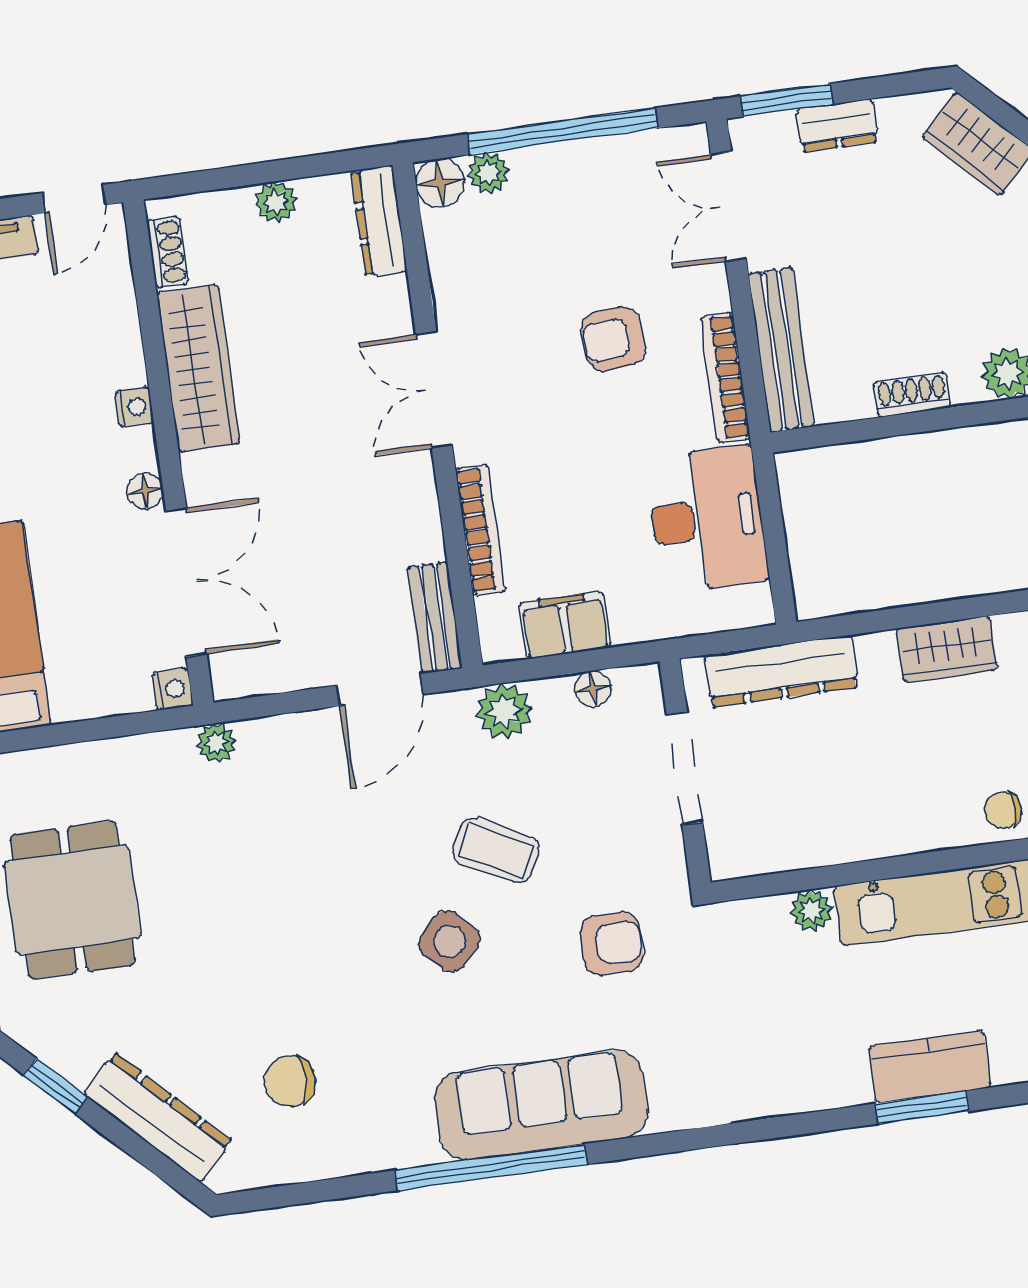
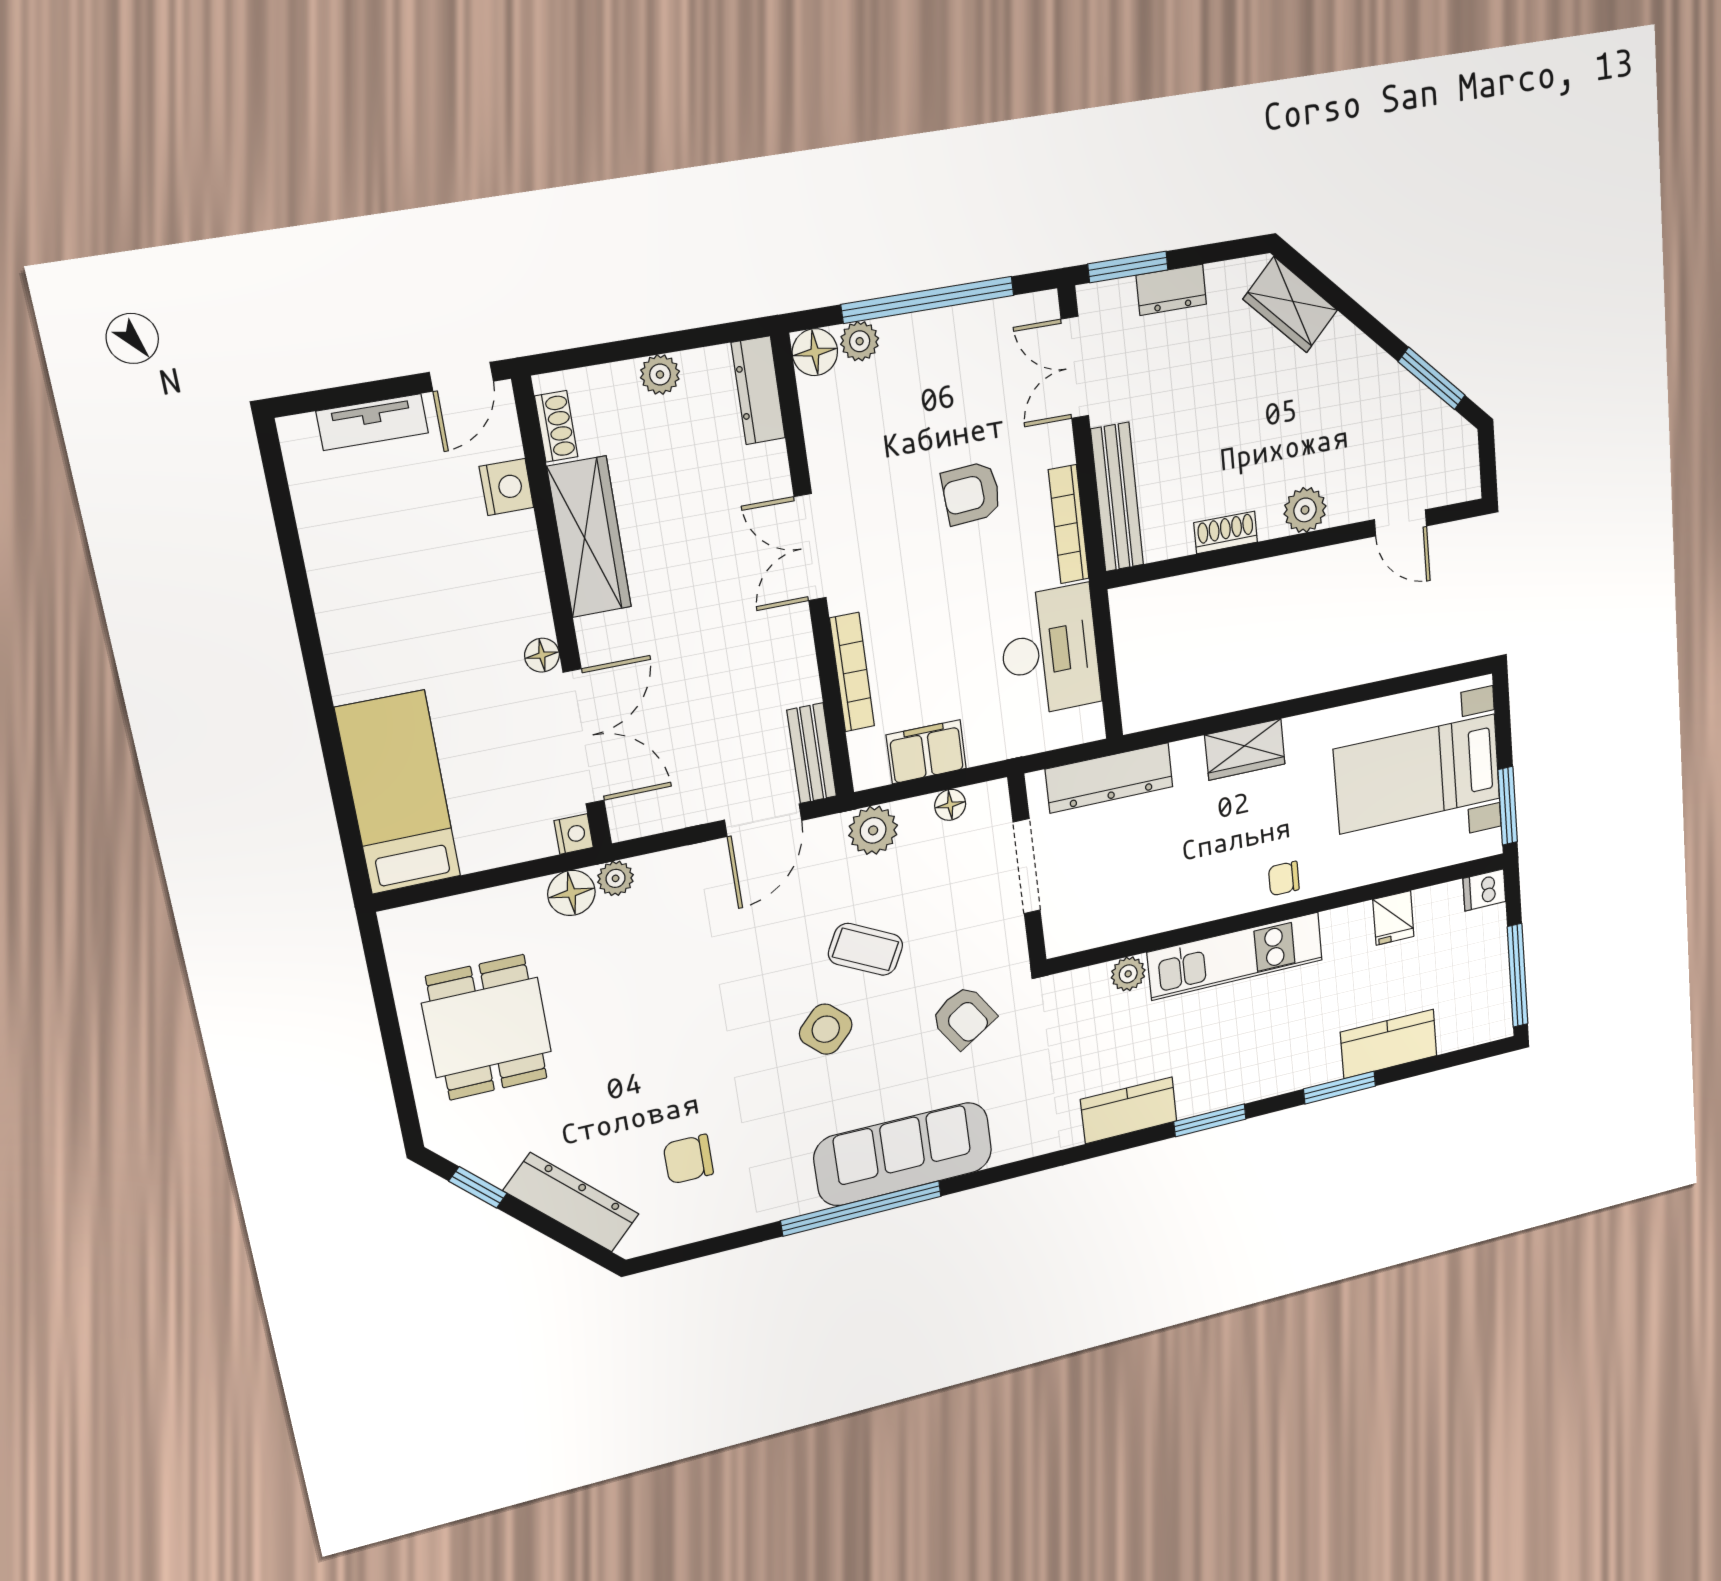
nightstand: (134, 407) -> (506, 487), moved, width x1.39, depth x1.35
floor lamp: (168, 755) -> (571, 893), added
armchair: (612, 944) -> (963, 1017), turned 57
kitchen counter: (930, 1067) -> (1129, 1110), moved

